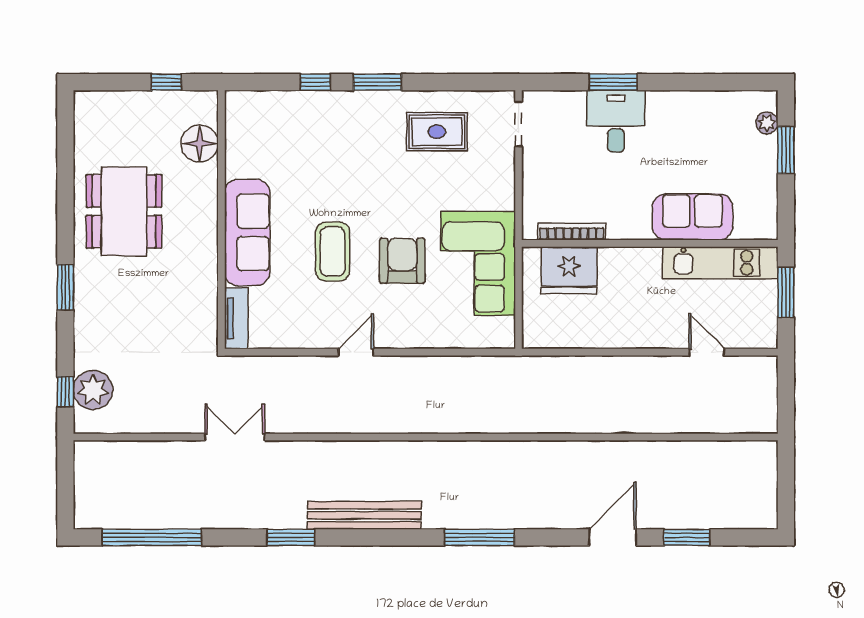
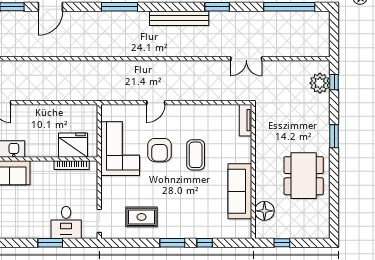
desk: (616, 121) -> (66, 222), moved
sofa: (247, 232) -> (240, 191), moved
door: (356, 352) -> (156, 103), moved

